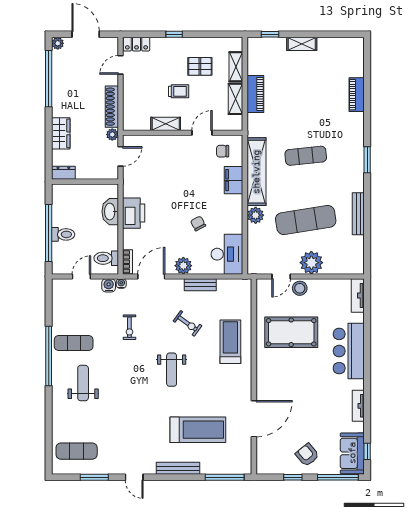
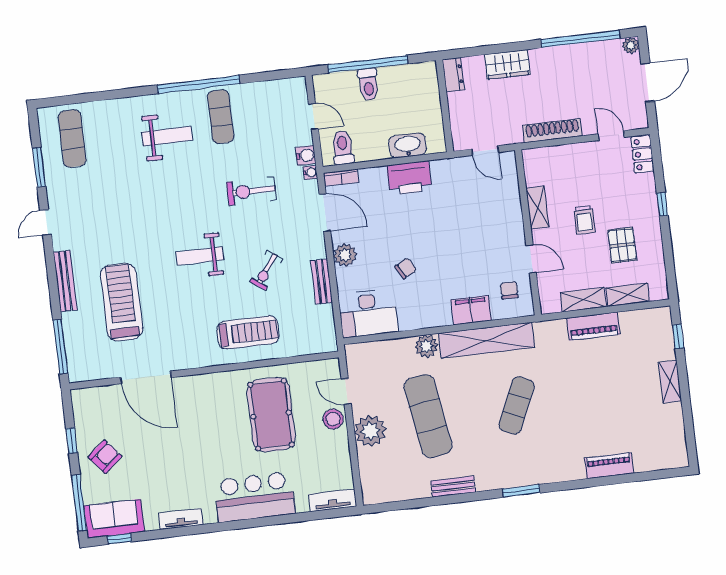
plant: (112, 135) -> (514, 136), removed
exercise mat: (306, 156) -> (517, 406), turned 30
bench: (358, 214) -> (453, 487), width x0.73
exercise bike: (129, 327) -> (251, 191), width x1.38, depth x1.39
treadmill: (198, 430) -> (121, 302), turned 180

